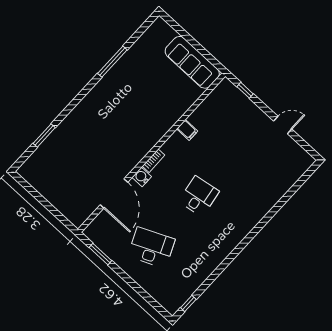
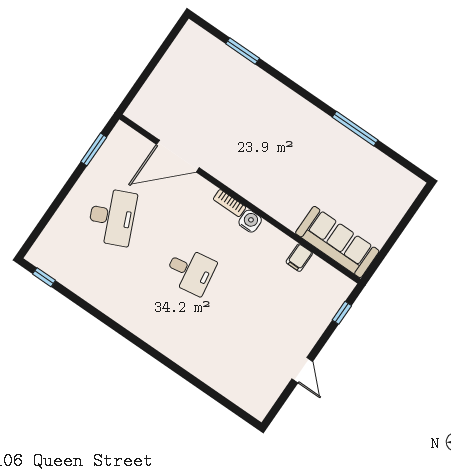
sofa: (192, 62) -> (337, 242), moved, turned 90
filing cabinet: (187, 130) -> (299, 258), moved
water cooler: (142, 177) -> (250, 221), moved

